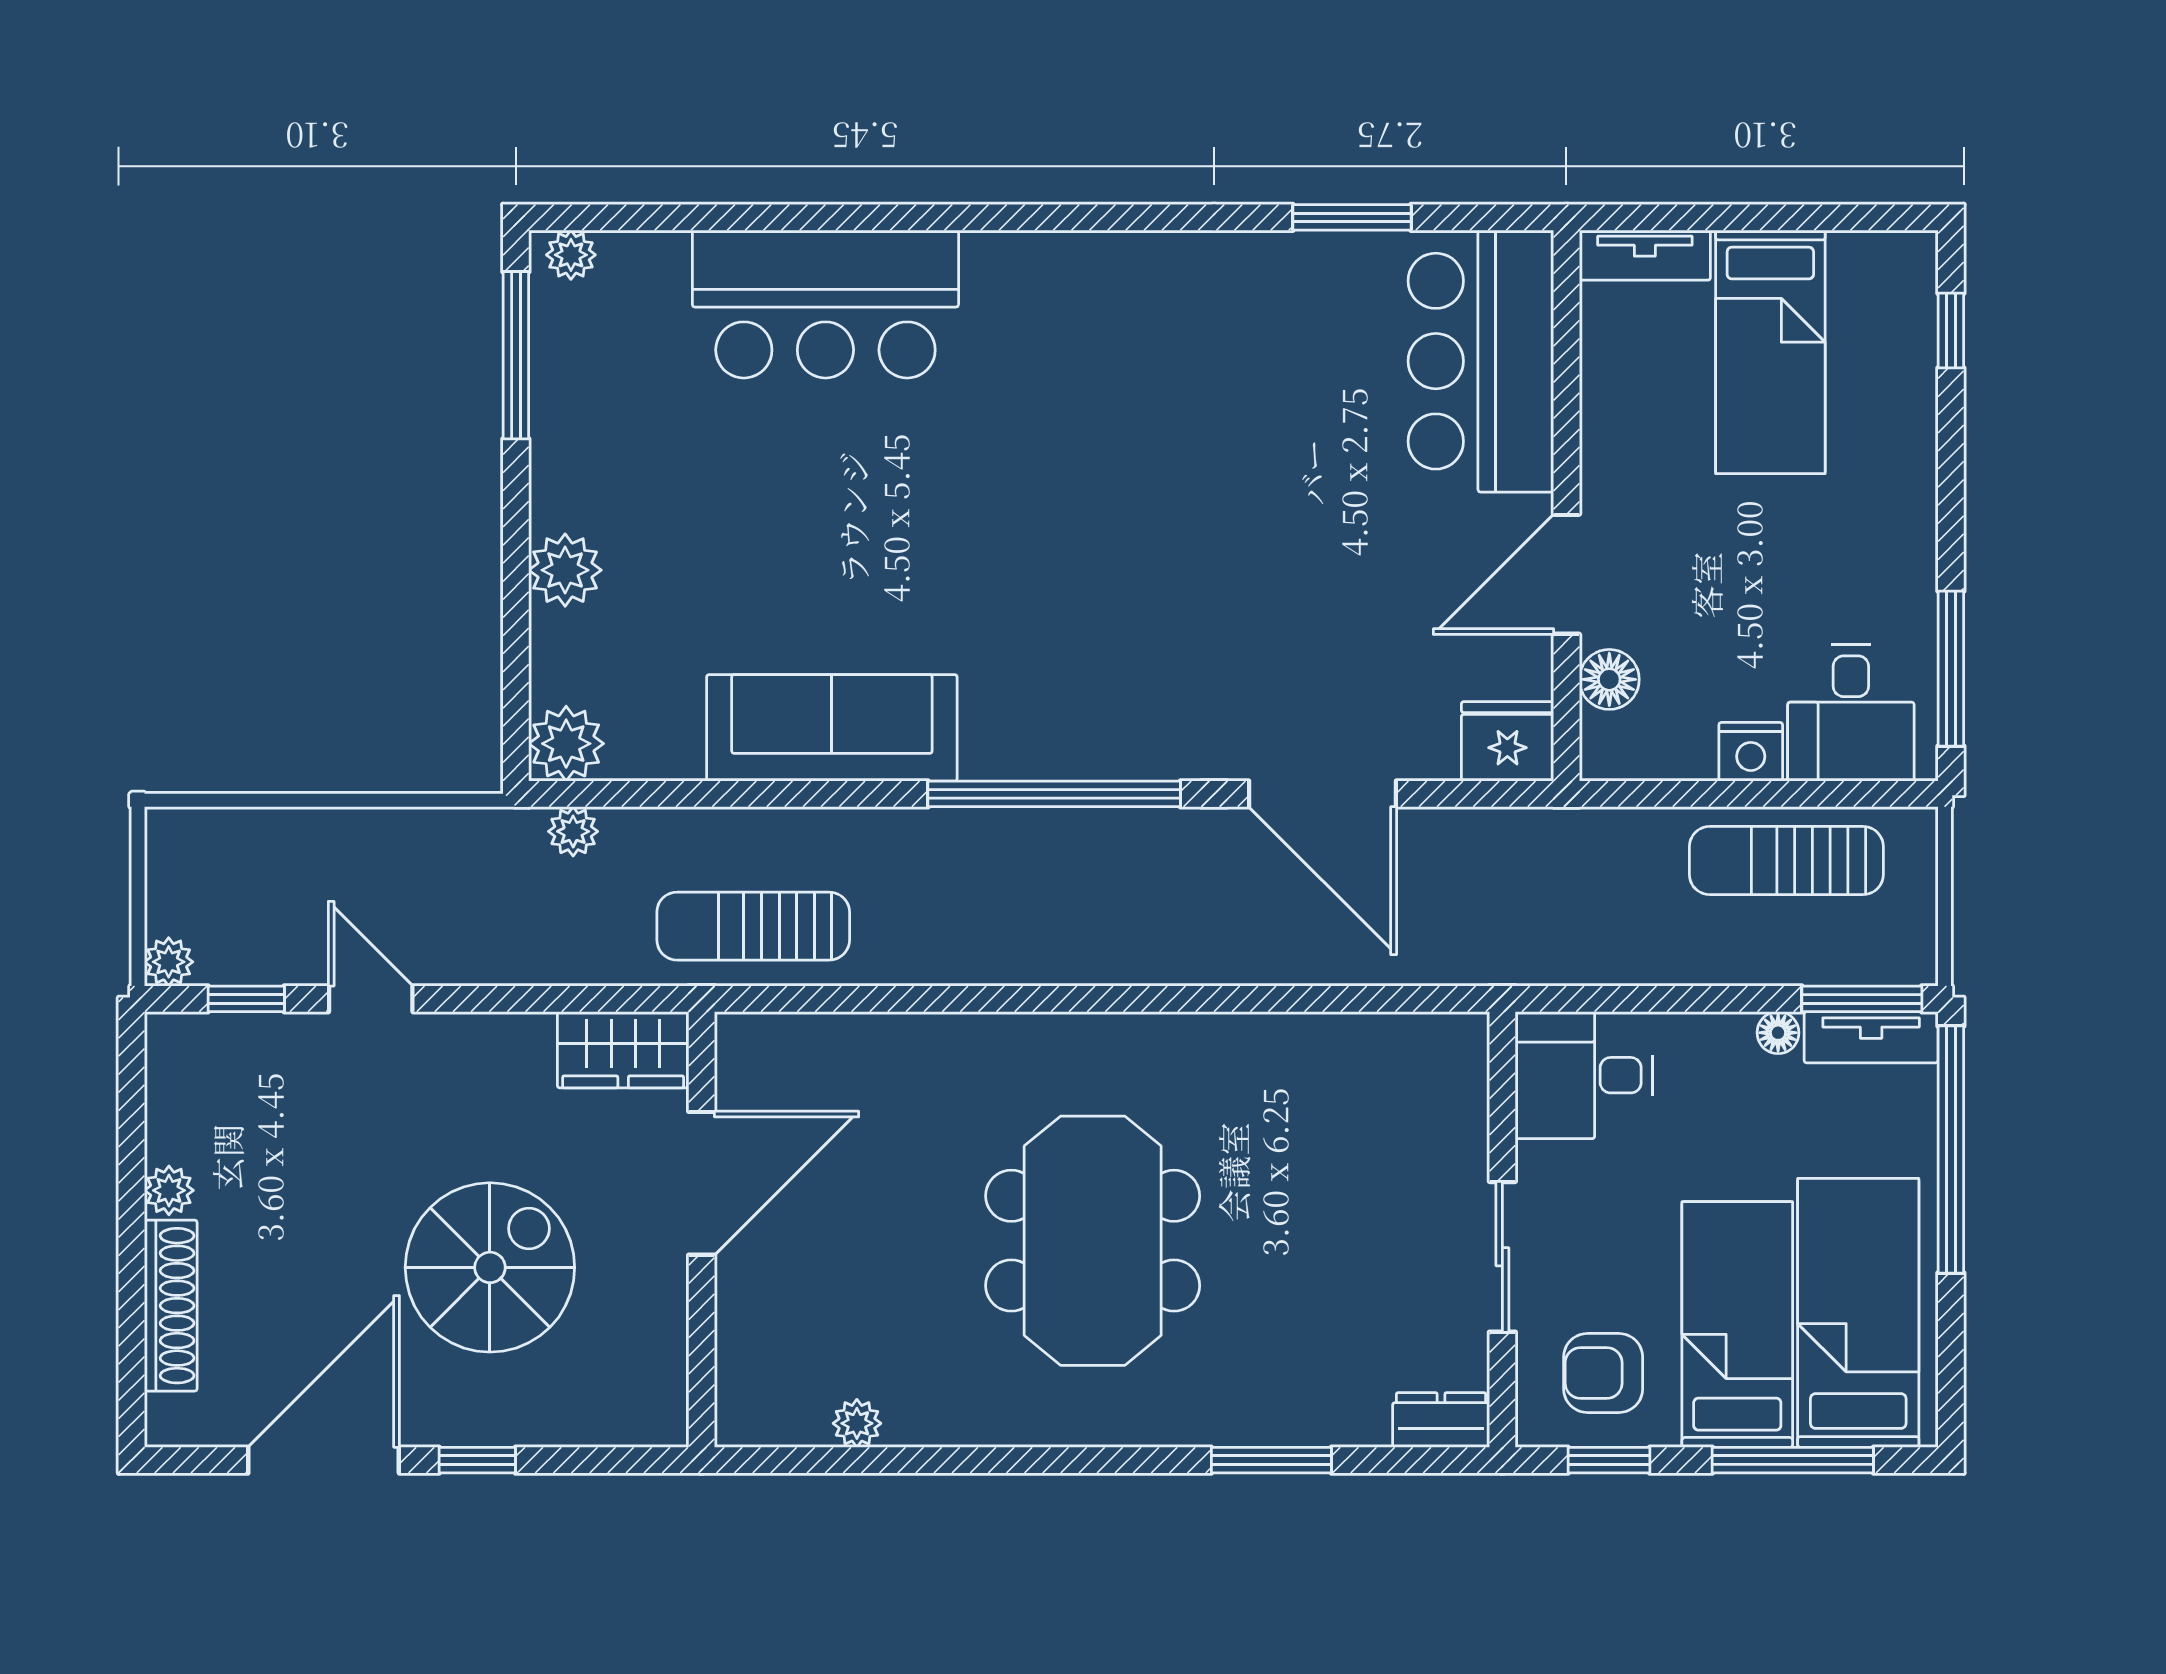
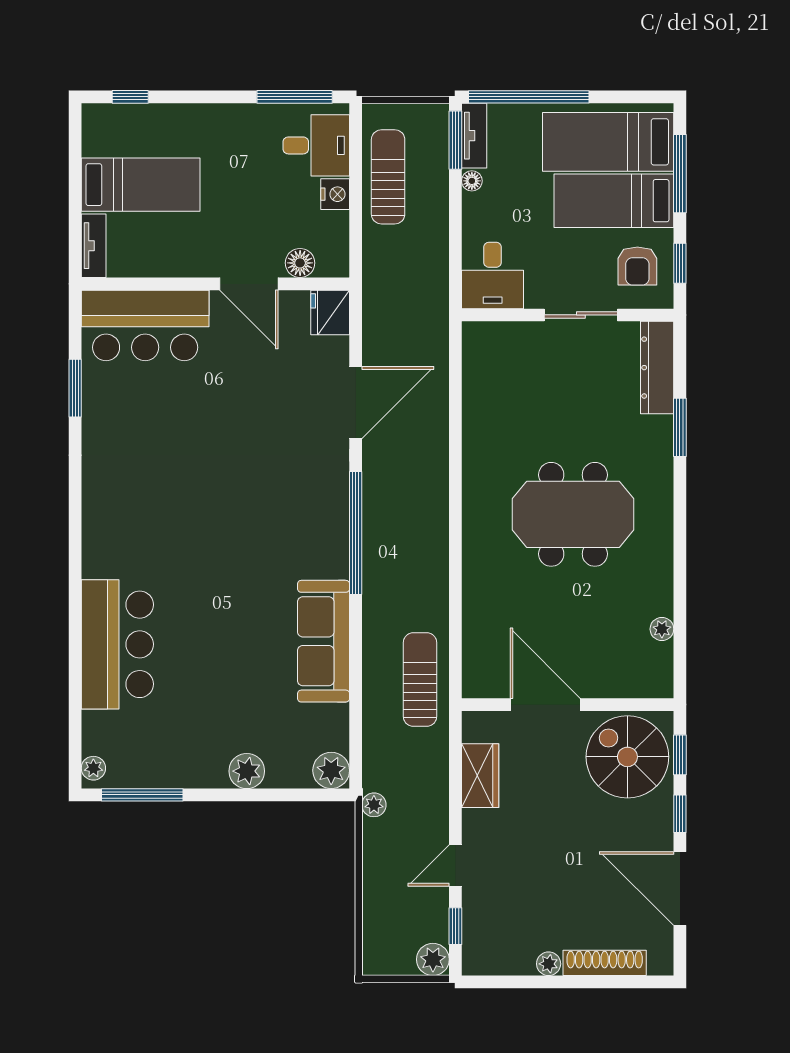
plant: (573, 831) -> (374, 805), moved
sun lounger: (1786, 861) -> (388, 177), turned 180
sun lounger: (753, 926) -> (420, 680), turned 180
plant: (169, 962) -> (433, 959), width x1.38, depth x1.38
wardrobe: (623, 1050) -> (480, 776), moved
spiral stairs: (490, 1267) -> (627, 757), moved
dresser: (1441, 1420) -> (657, 368), width x1.96, depth x1.24
window: (598, 1460) -> (680, 755), added

